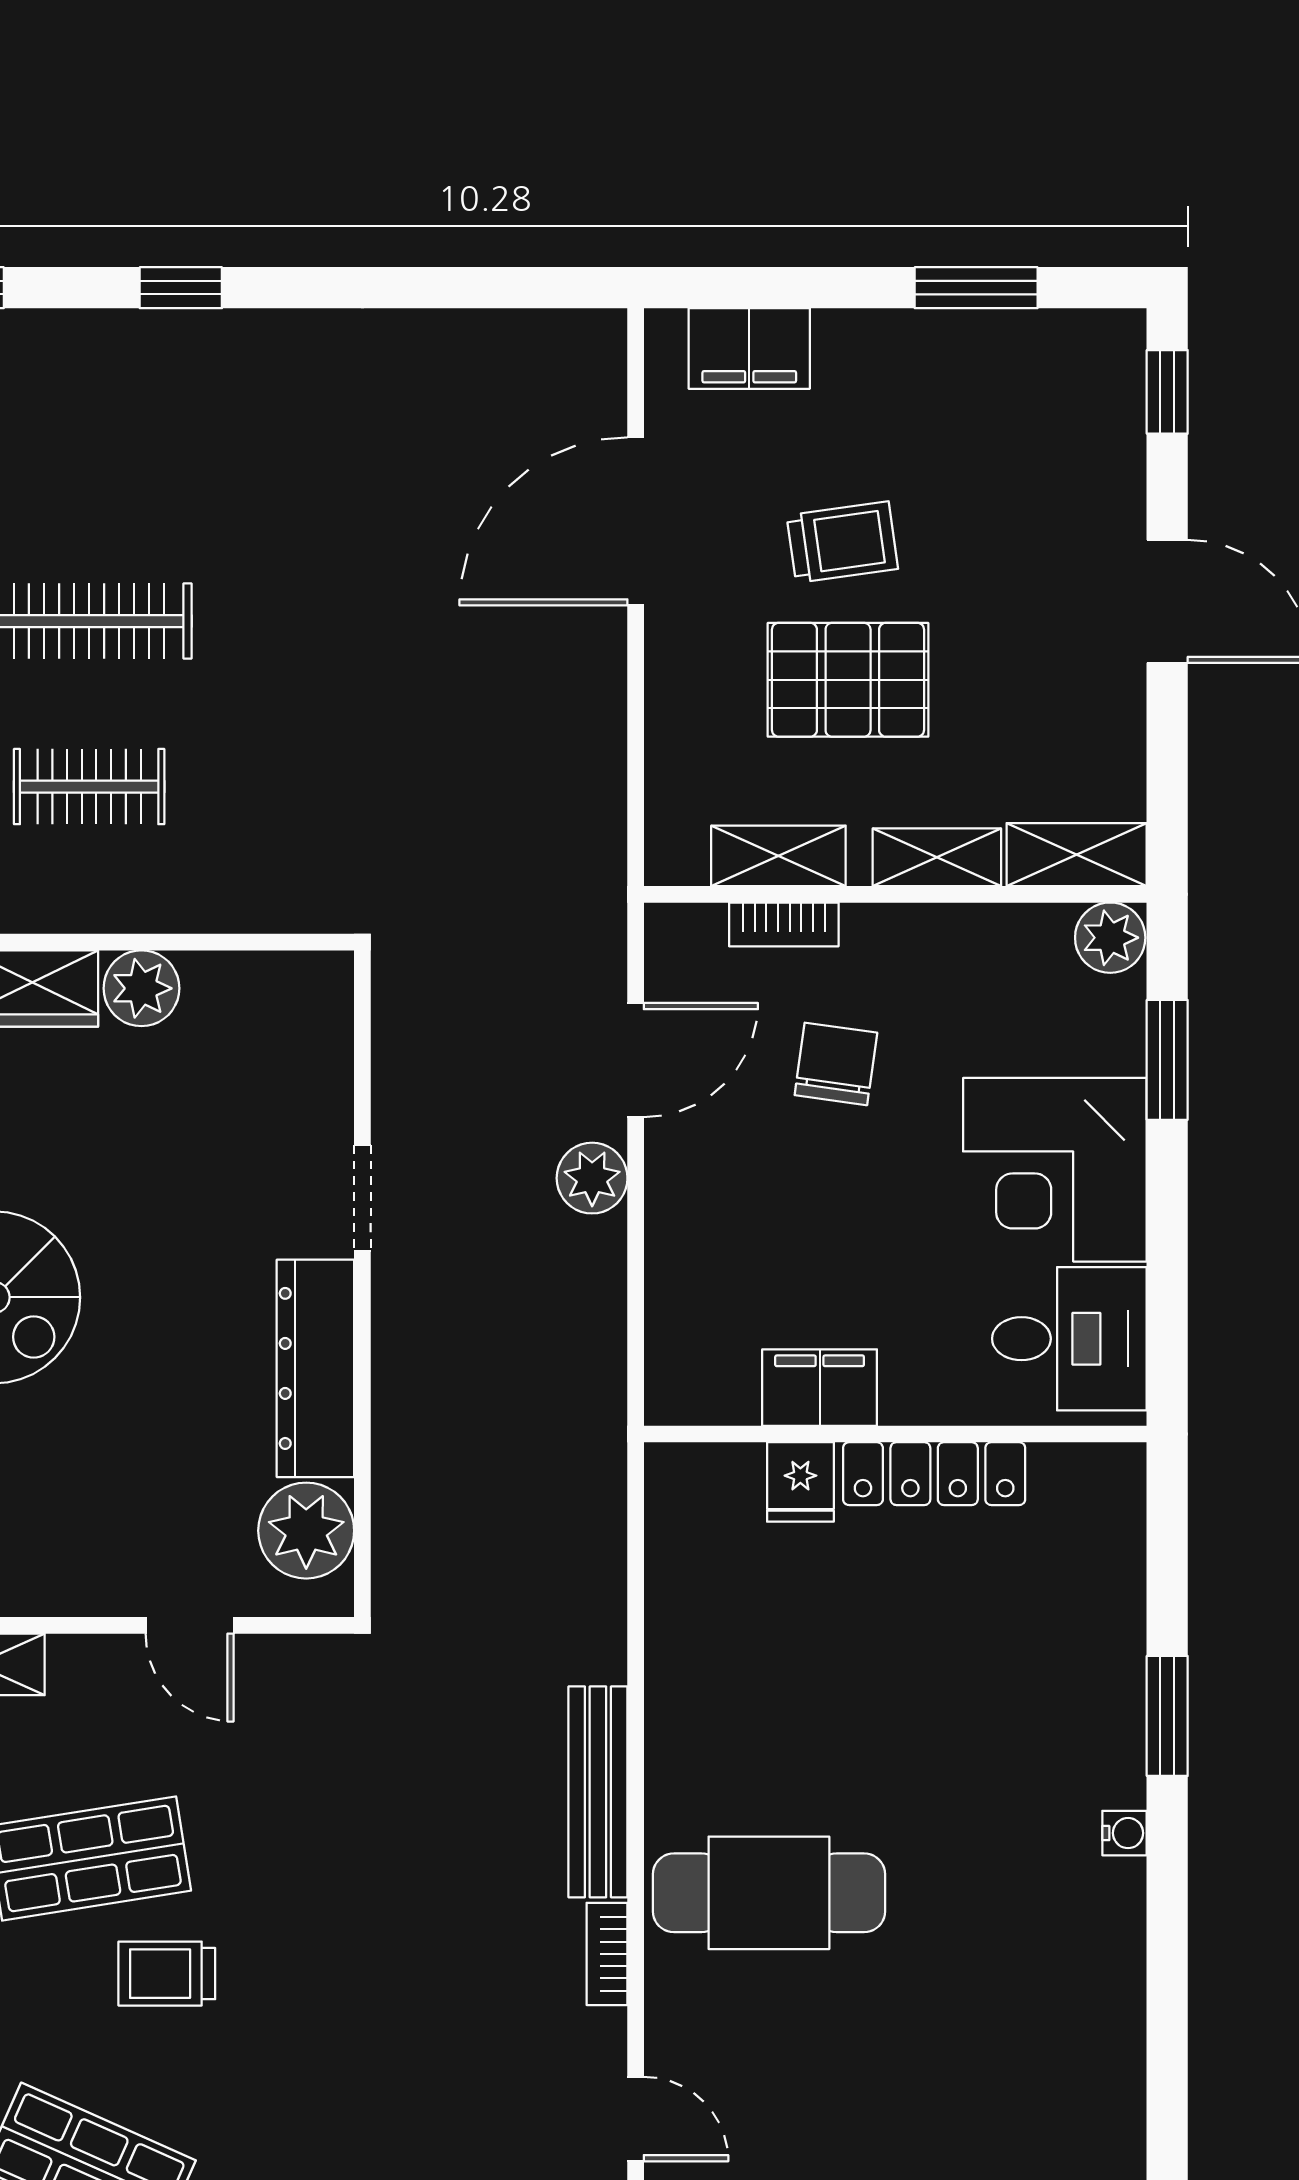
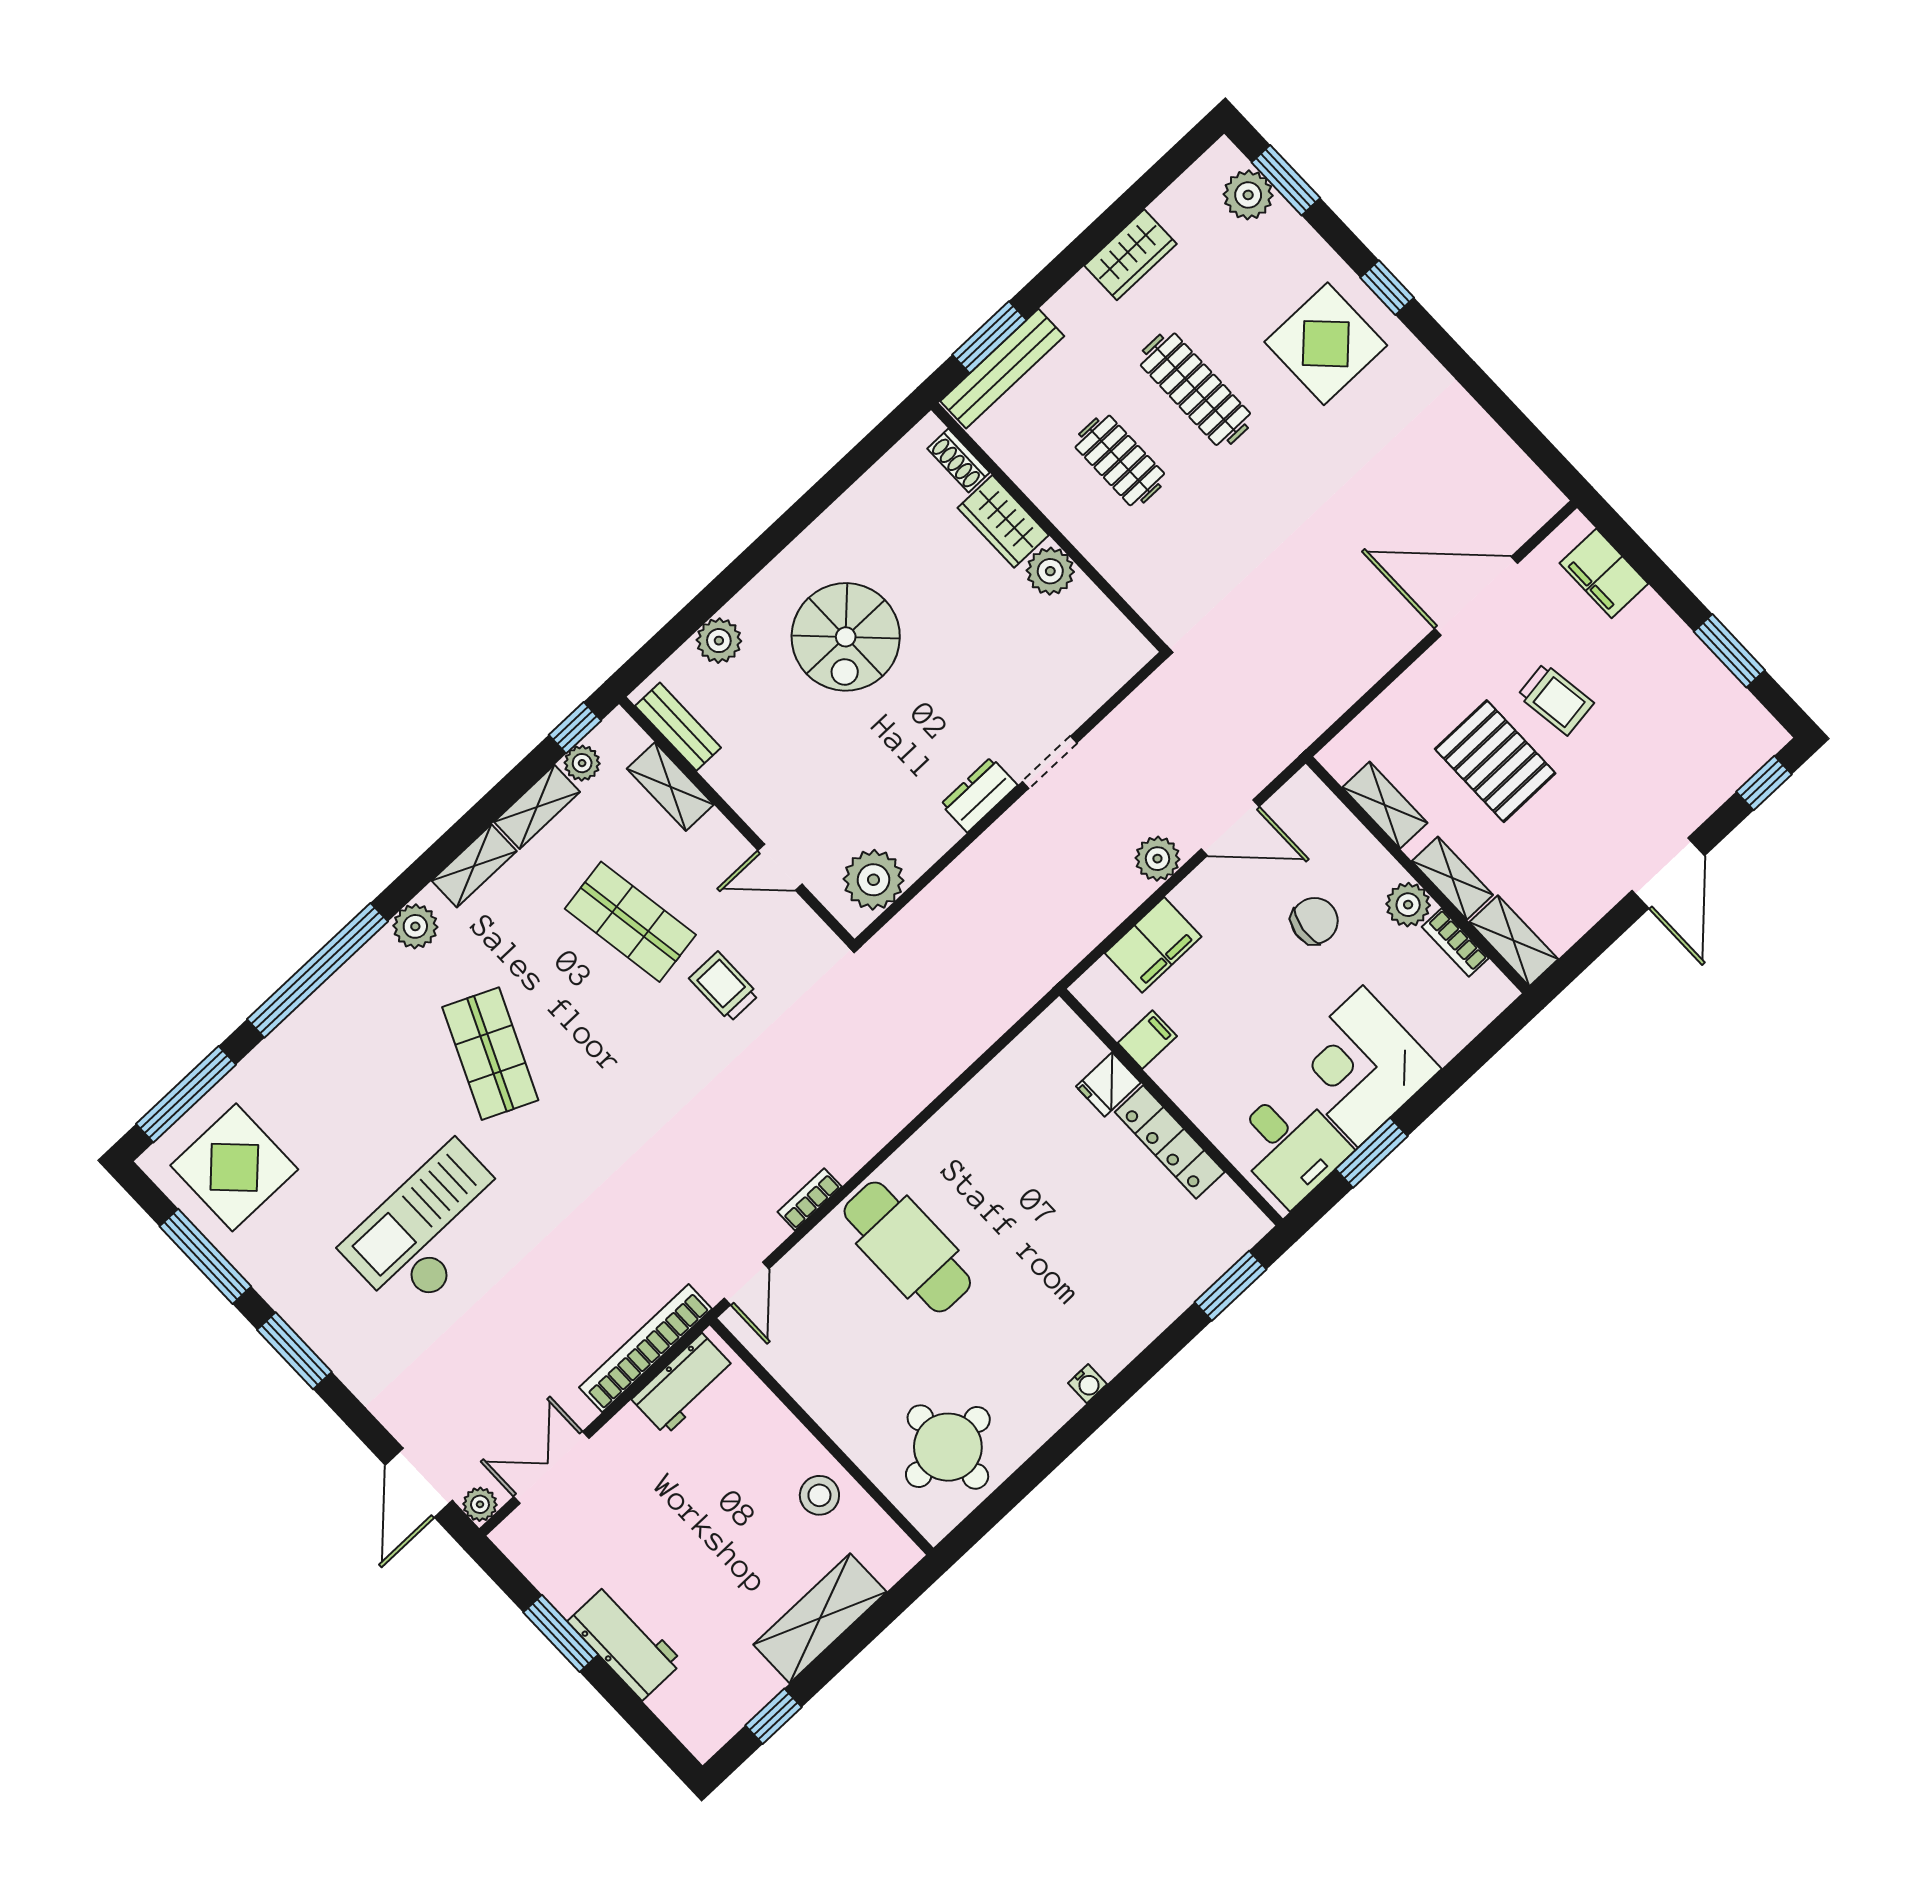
display table: (179, 420) -> (1326, 344), added
bookcase: (784, 924) -> (1455, 943), moved
plant: (1110, 938) -> (1408, 905), moved
window: (1167, 1060) -> (1372, 1153), moved
filing cabinet: (687, 1277) -> (1153, 945), added
dresser: (315, 1368) -> (979, 795), width x0.51, depth x0.80
filing cabinet: (820, 1388) -> (1147, 1040), width x0.50
door: (190, 1625) -> (780, 867), hinge flipped
window: (1167, 1716) -> (1230, 1286), moved
bench: (598, 1792) -> (880, 1125), removed
trolley: (167, 1974) -> (724, 987), moved
round table: (1045, 2064) -> (948, 1447), added

